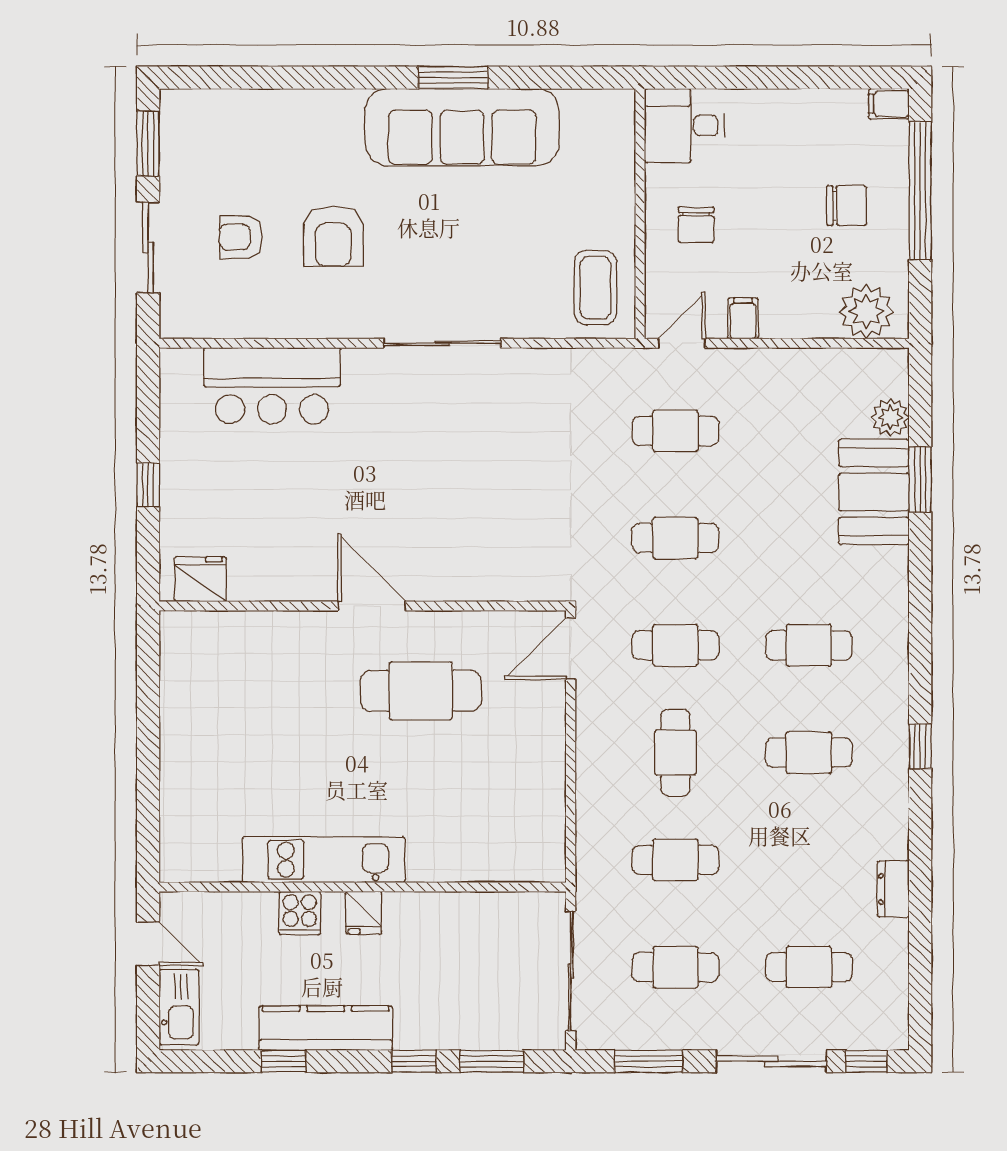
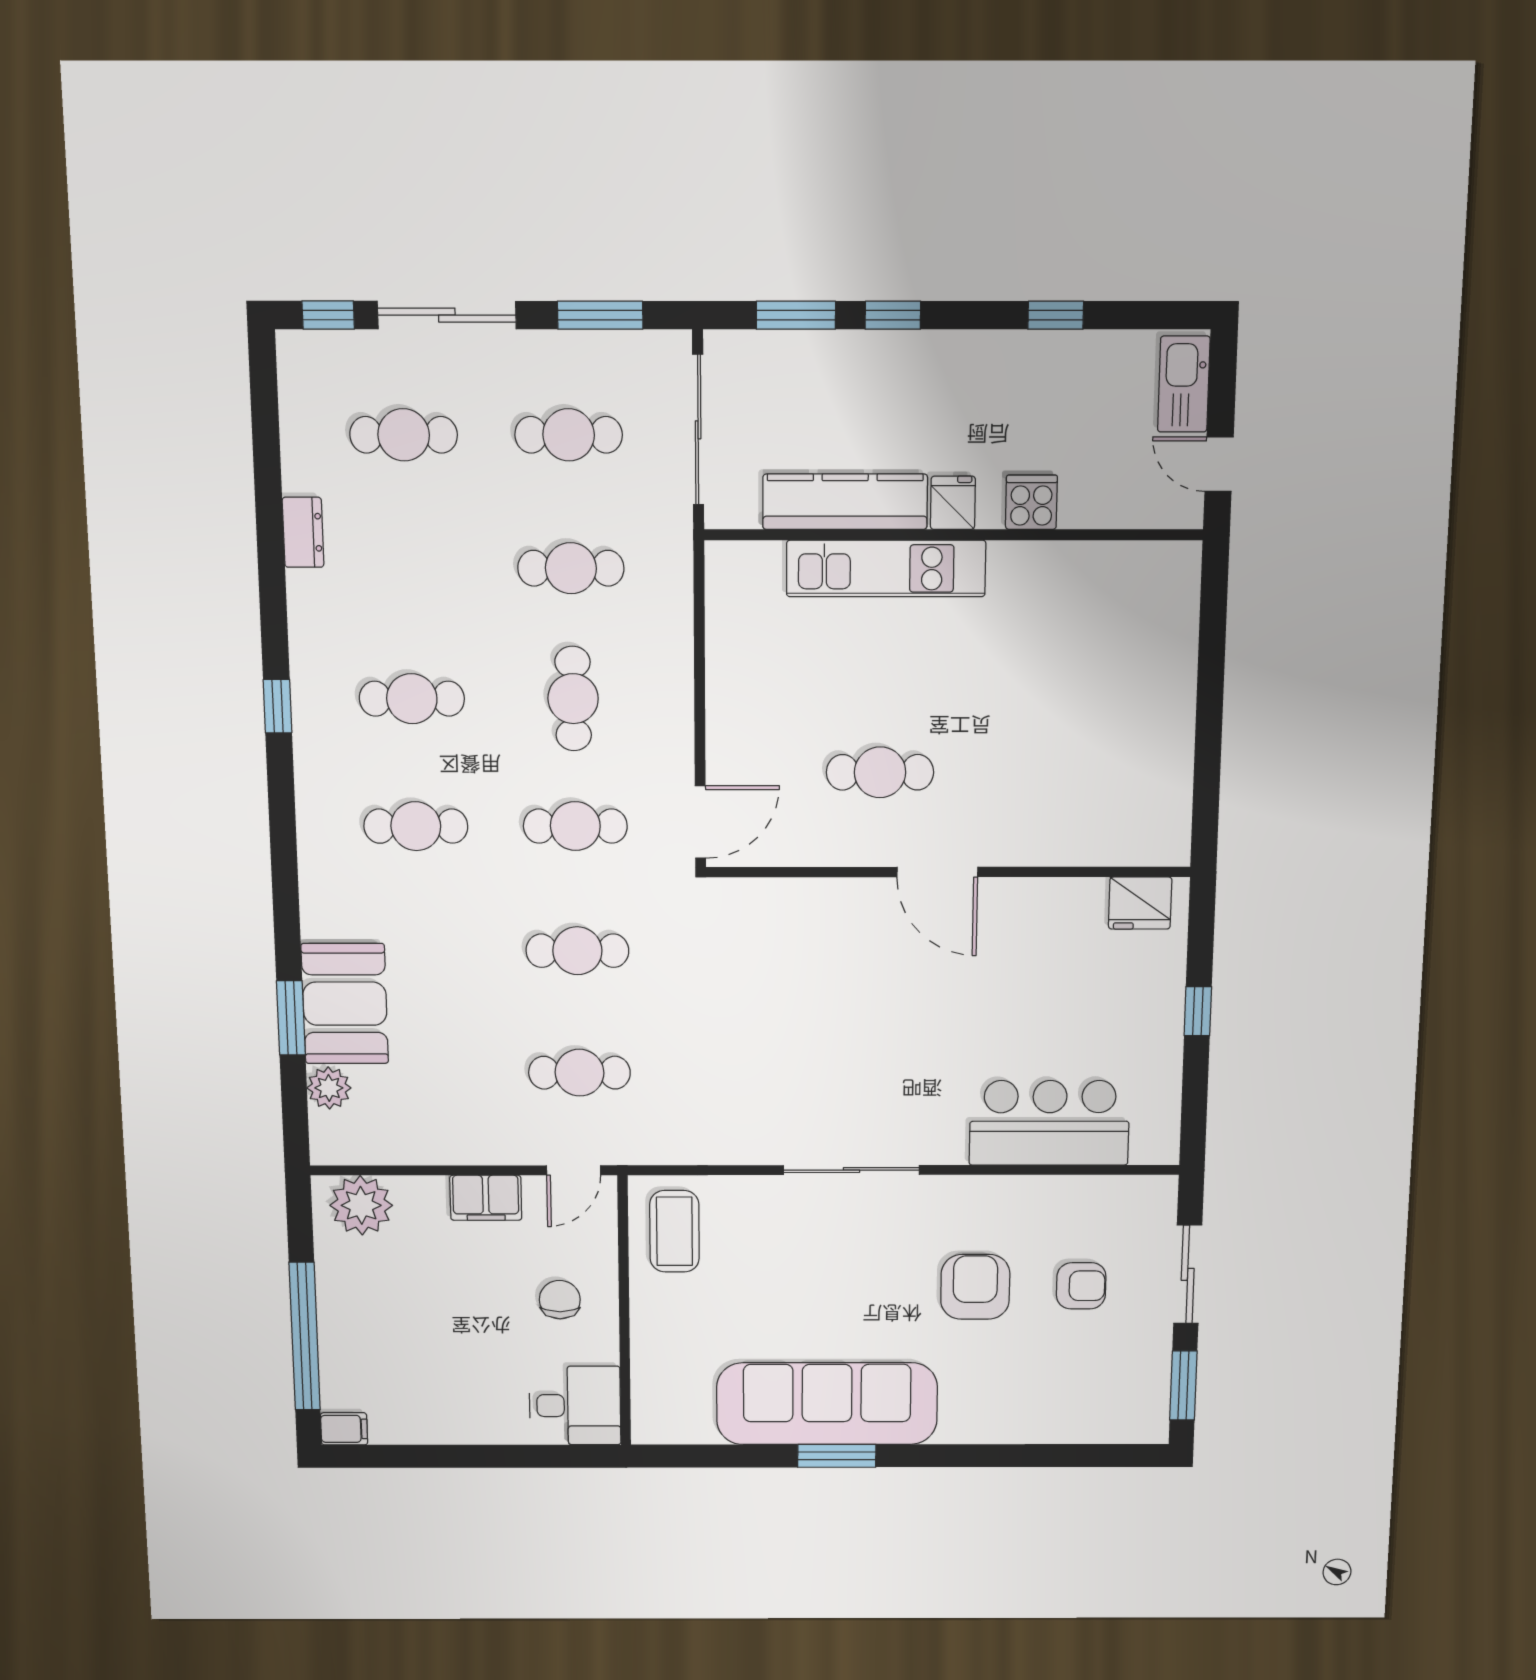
chair: (847, 205) -> (388, 1321), removed
filing cabinet: (743, 318) -> (486, 1198), width x2.00
cafe table: (421, 691) -> (880, 772), width x0.73, depth x0.74
kitchen unit: (323, 860) -> (886, 568), moved
kitchen counter: (326, 1028) -> (845, 502), moved, turned 180

